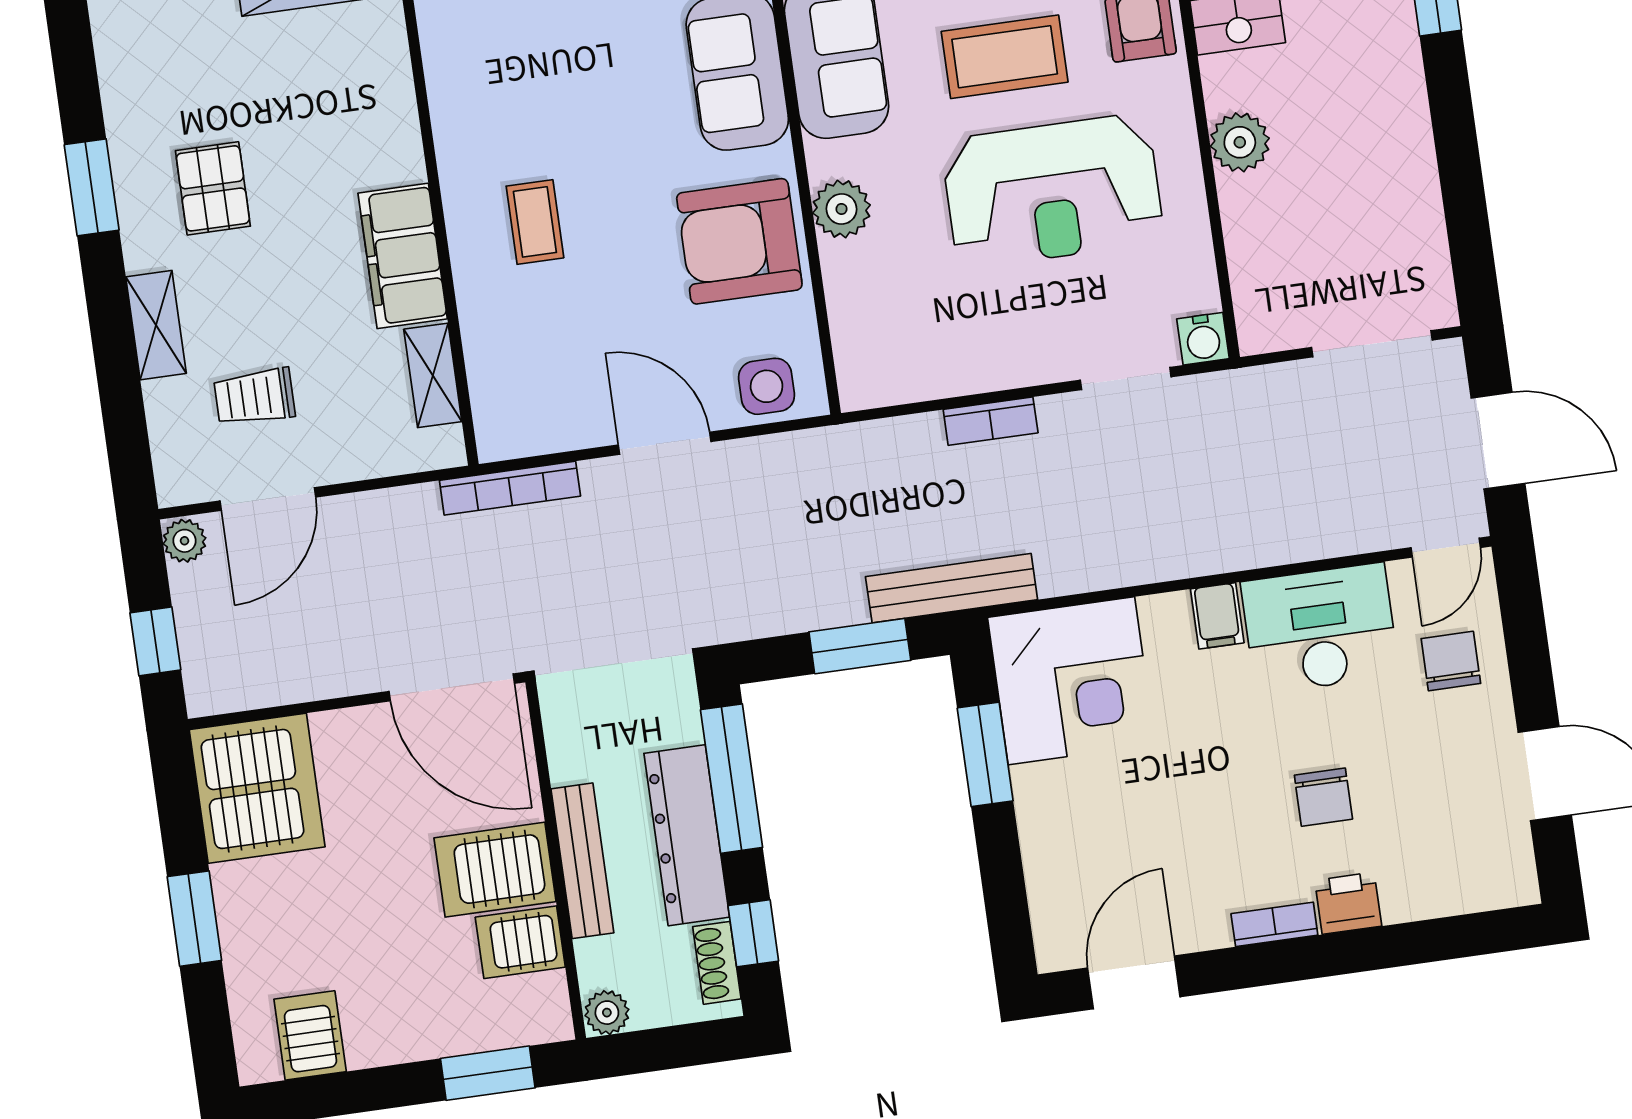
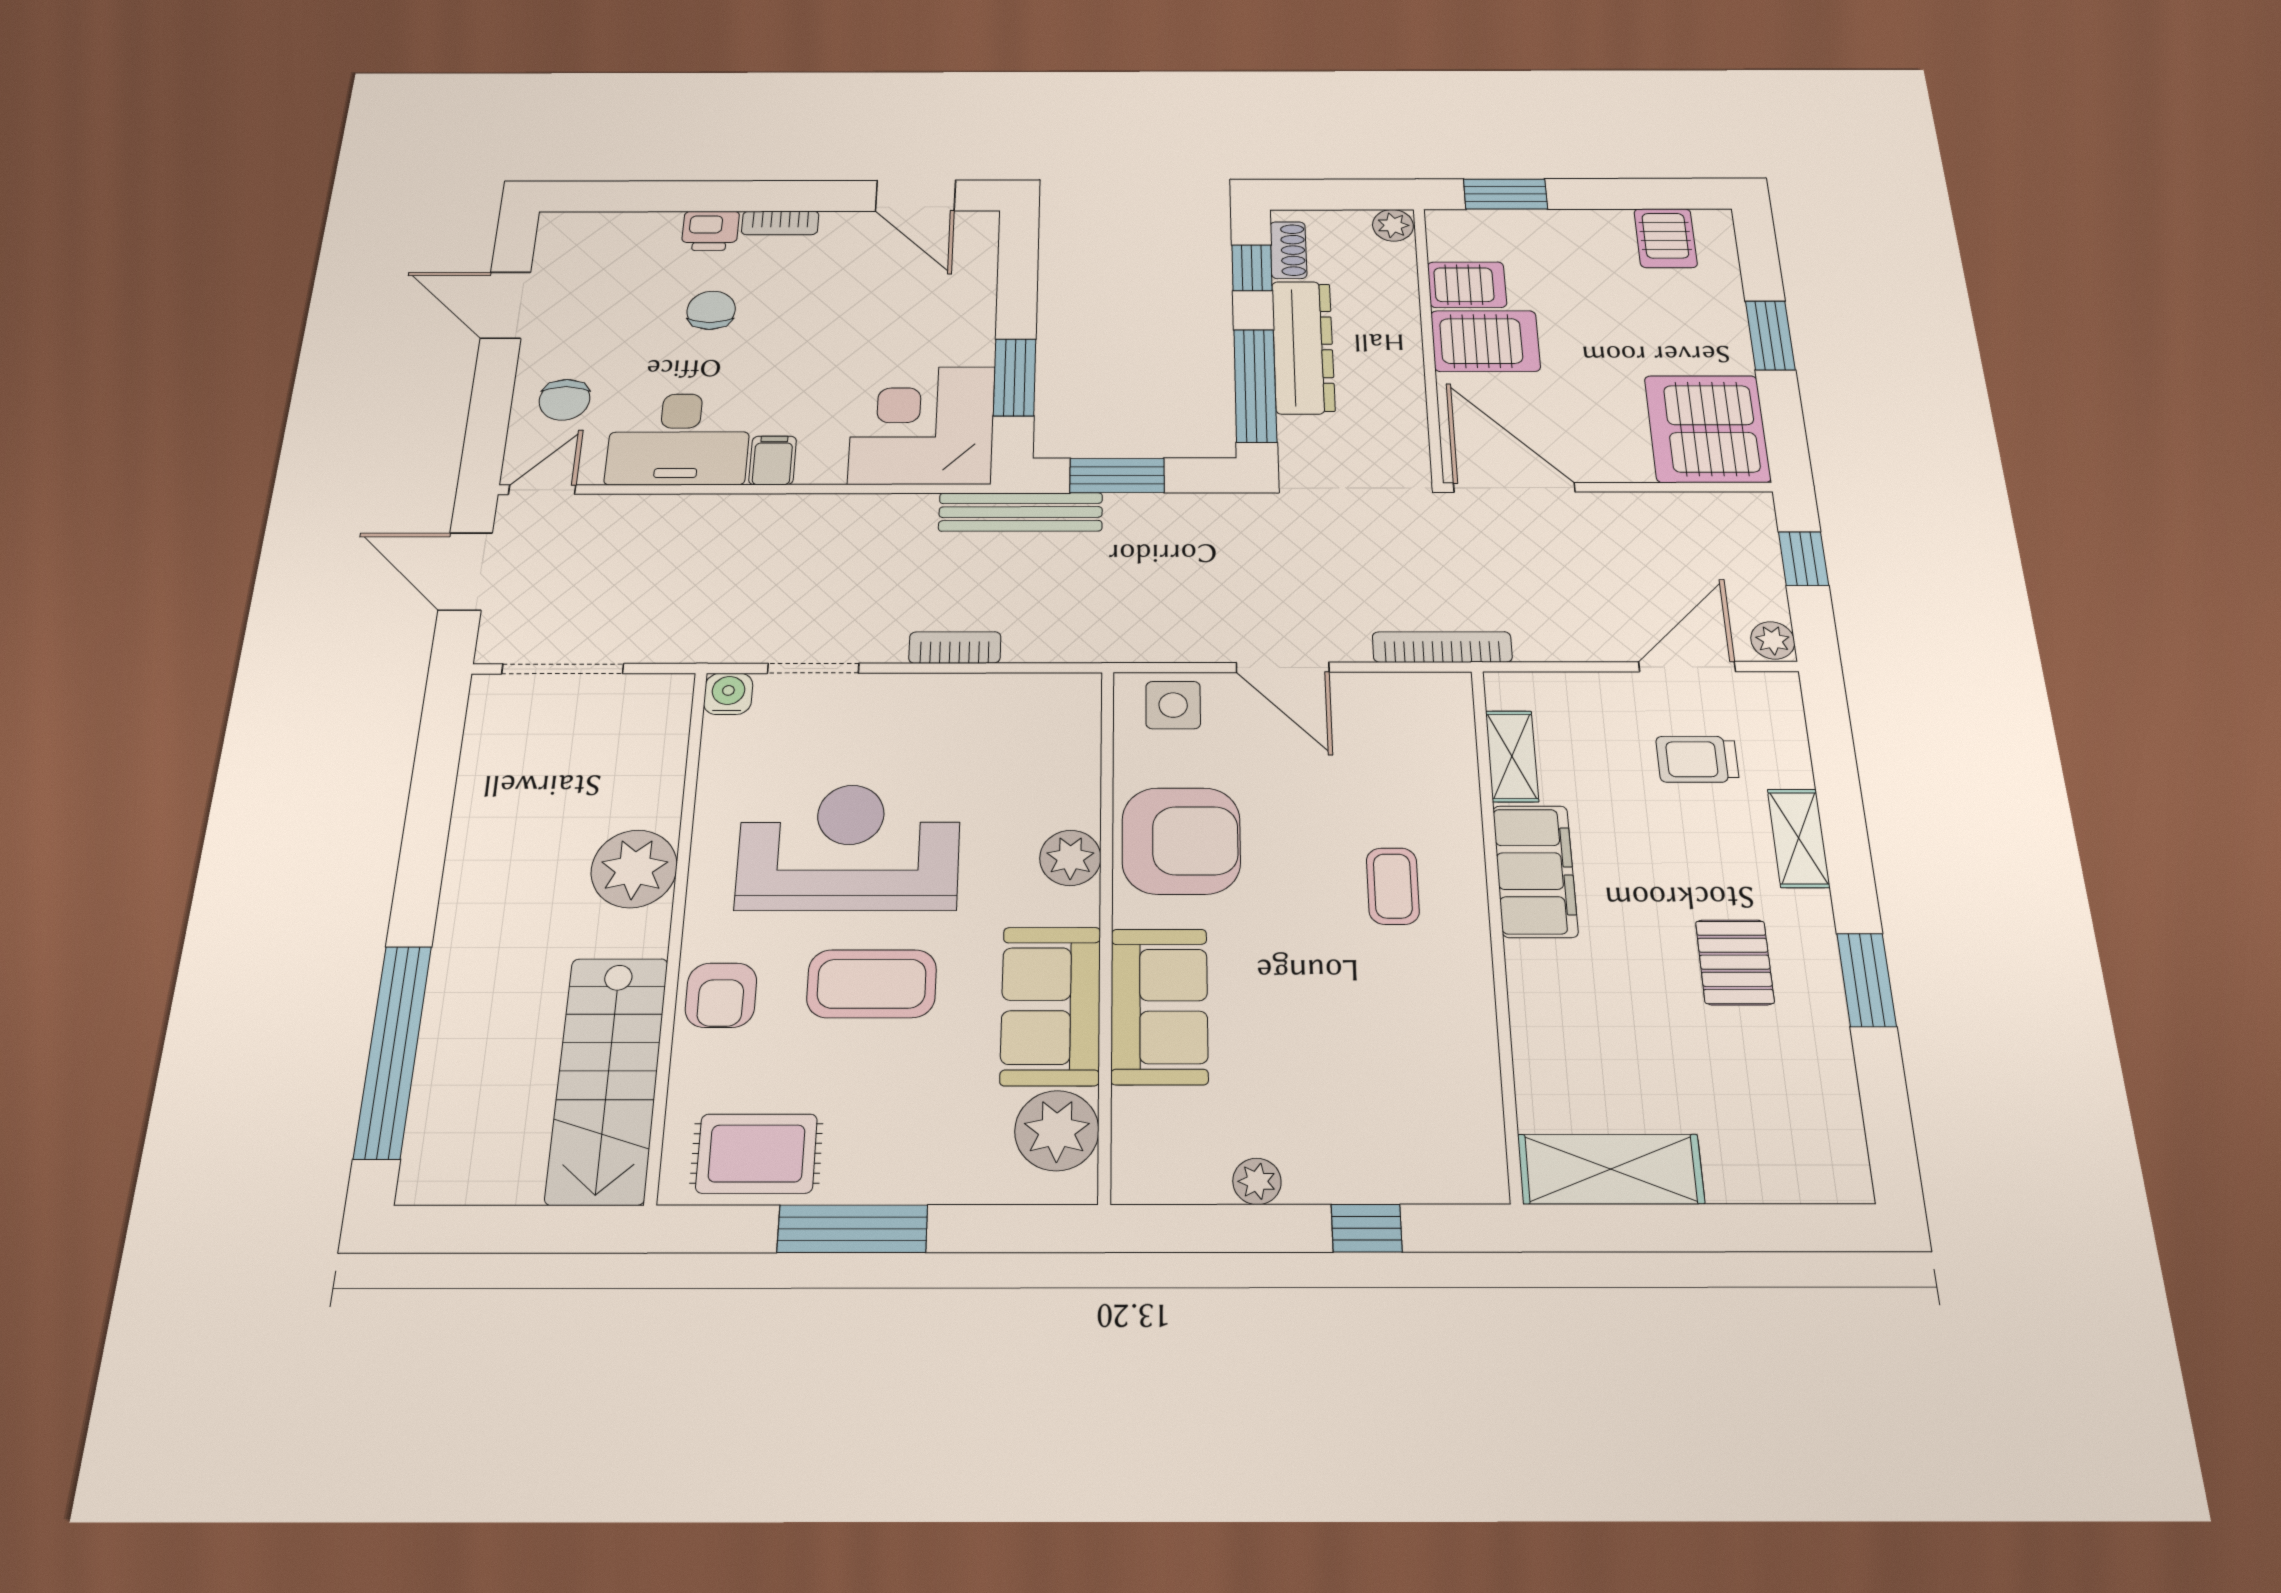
plant: (1240, 142) -> (634, 869), width x1.36, depth x1.36
trolley: (254, 397) -> (1697, 759), turned 180
bench: (582, 861) -> (1403, 339), removed
door: (1134, 982) -> (916, 196), hinge flipped

